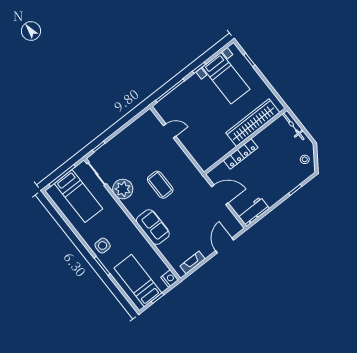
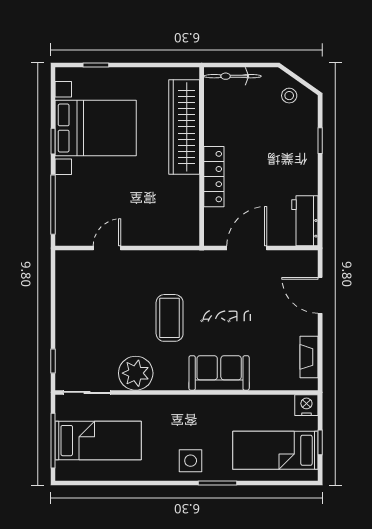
bed with nightstands: (226, 78) -> (96, 128), width x1.36
coffee table: (160, 185) -> (170, 318), turned 90

